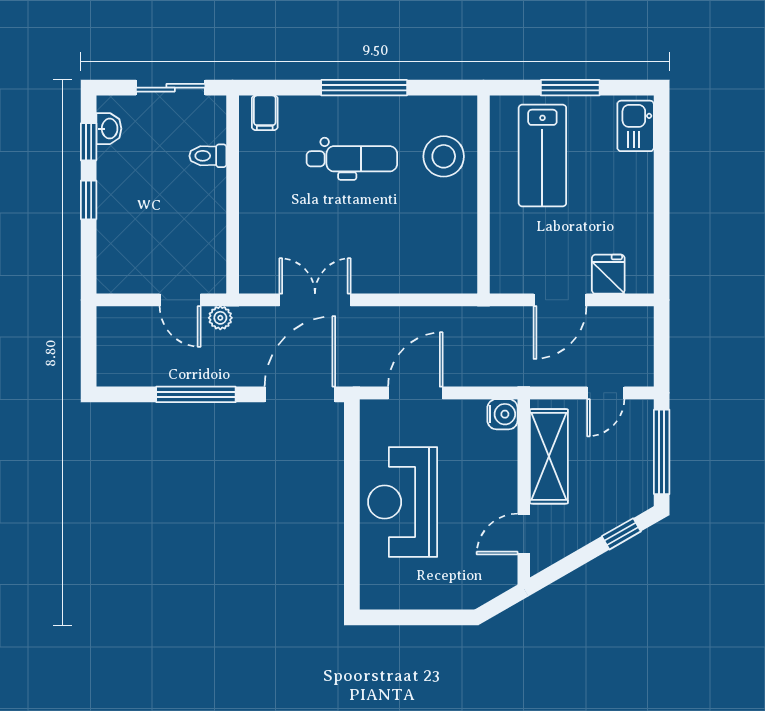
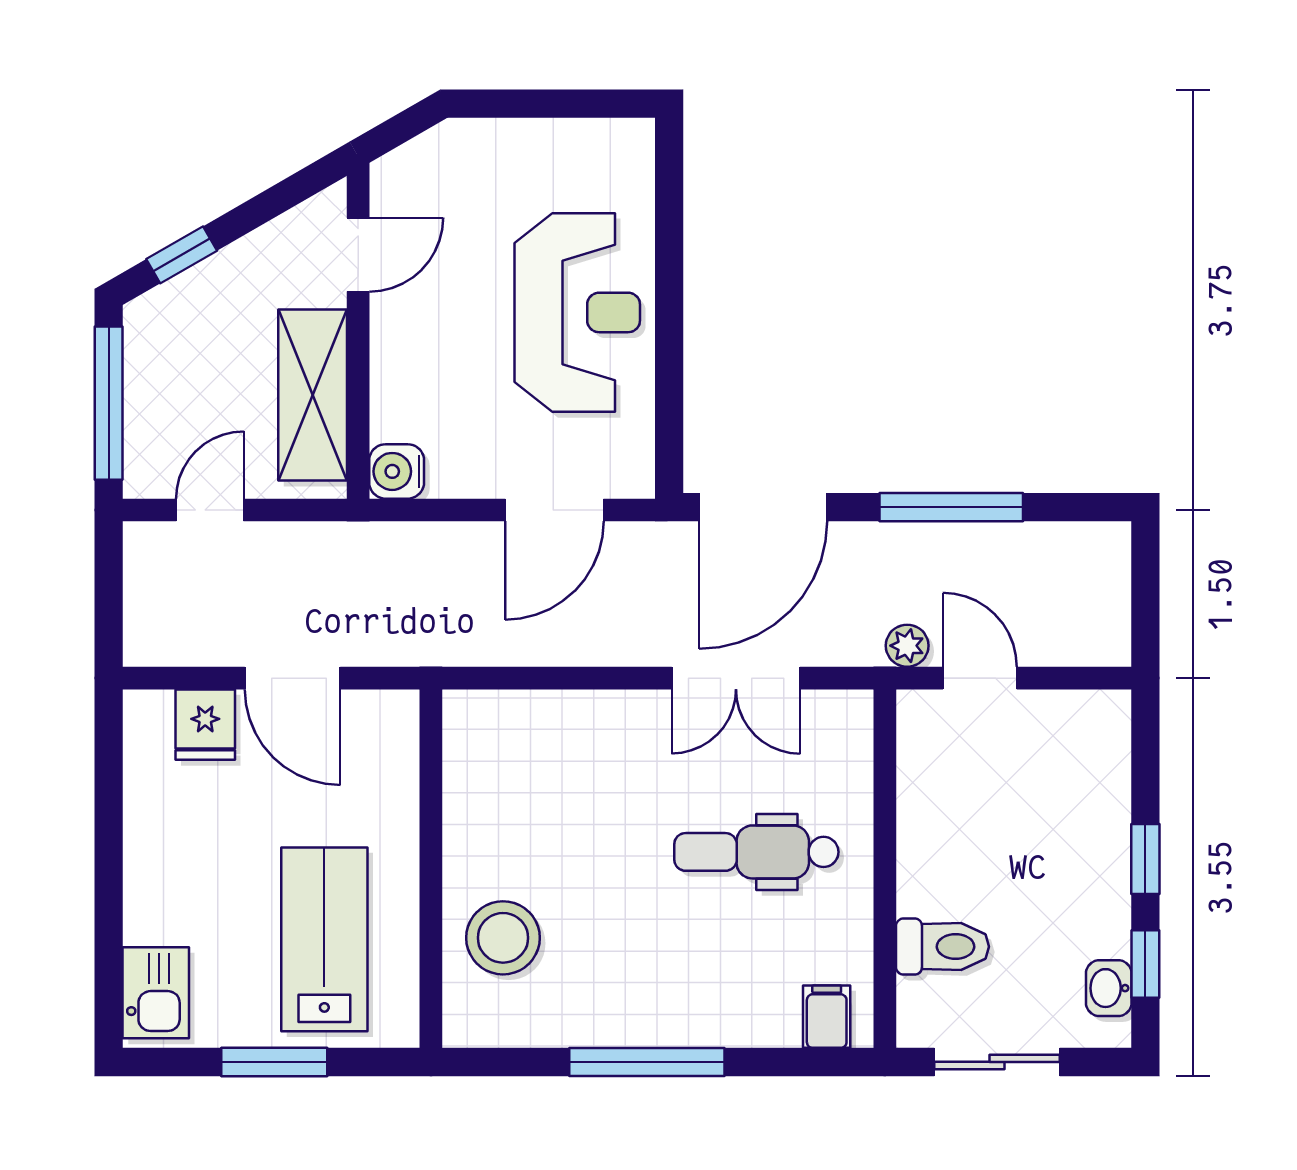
toilet: (208, 156) -> (943, 947), width x1.37, depth x1.39
dental chair: (352, 159) -> (756, 852), moved
door: (560, 300) -> (293, 678), swing flipped

